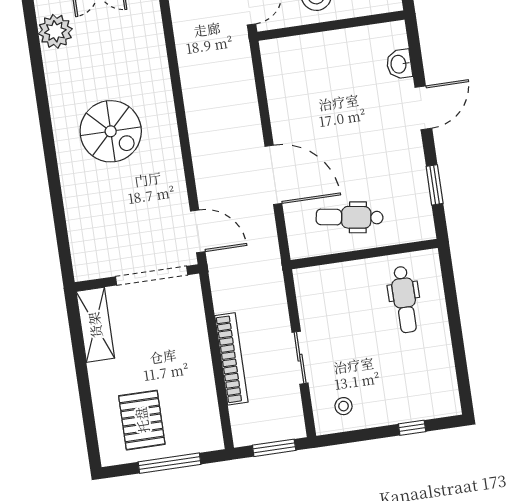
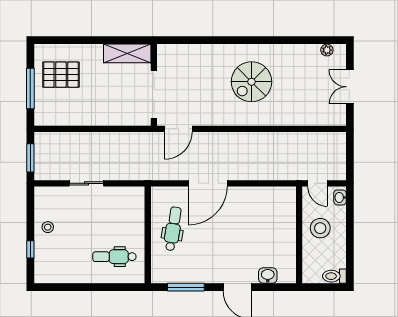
plant: (55, 31) -> (327, 50), width x0.53, depth x0.53
window: (435, 185) -> (186, 287), width x1.44
bookcase: (231, 359) -> (92, 139), removed
stool: (344, 406) -> (48, 227), moved

